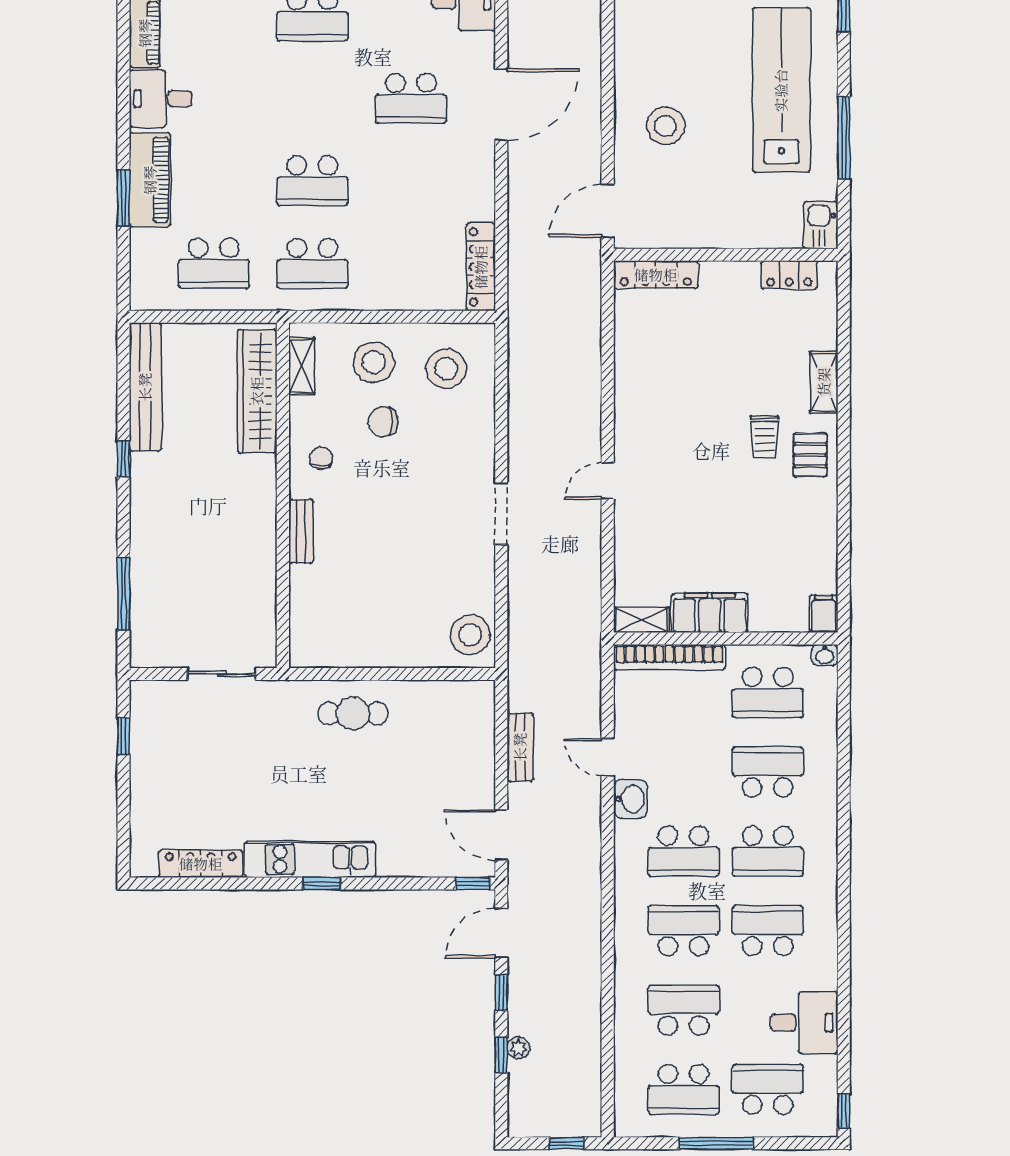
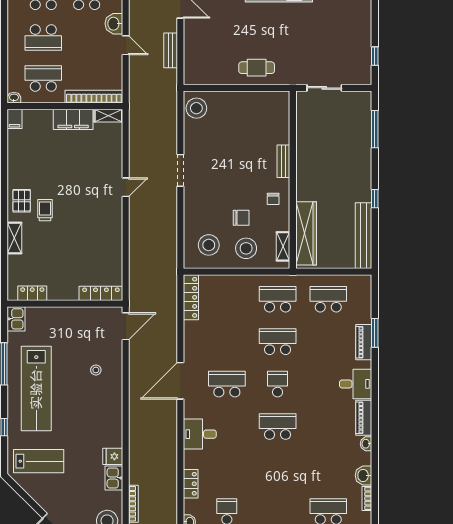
school desk: (312, 98) -> (278, 384), added
stool: (666, 126) -> (96, 370), width x0.53, depth x0.53
piano: (150, 180) -> (364, 342), width x0.73, depth x0.75

